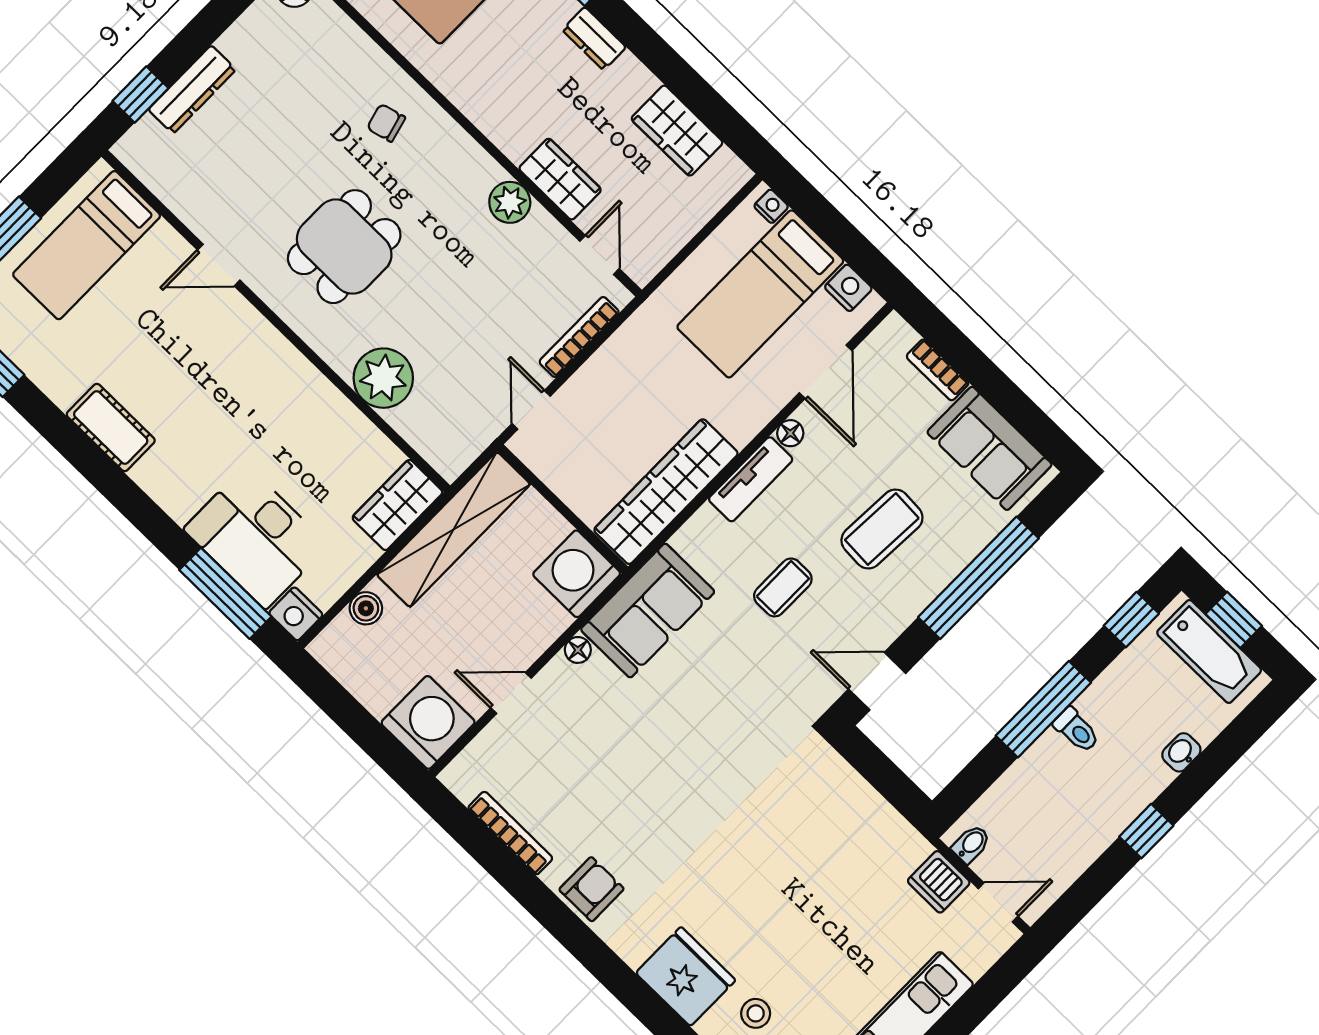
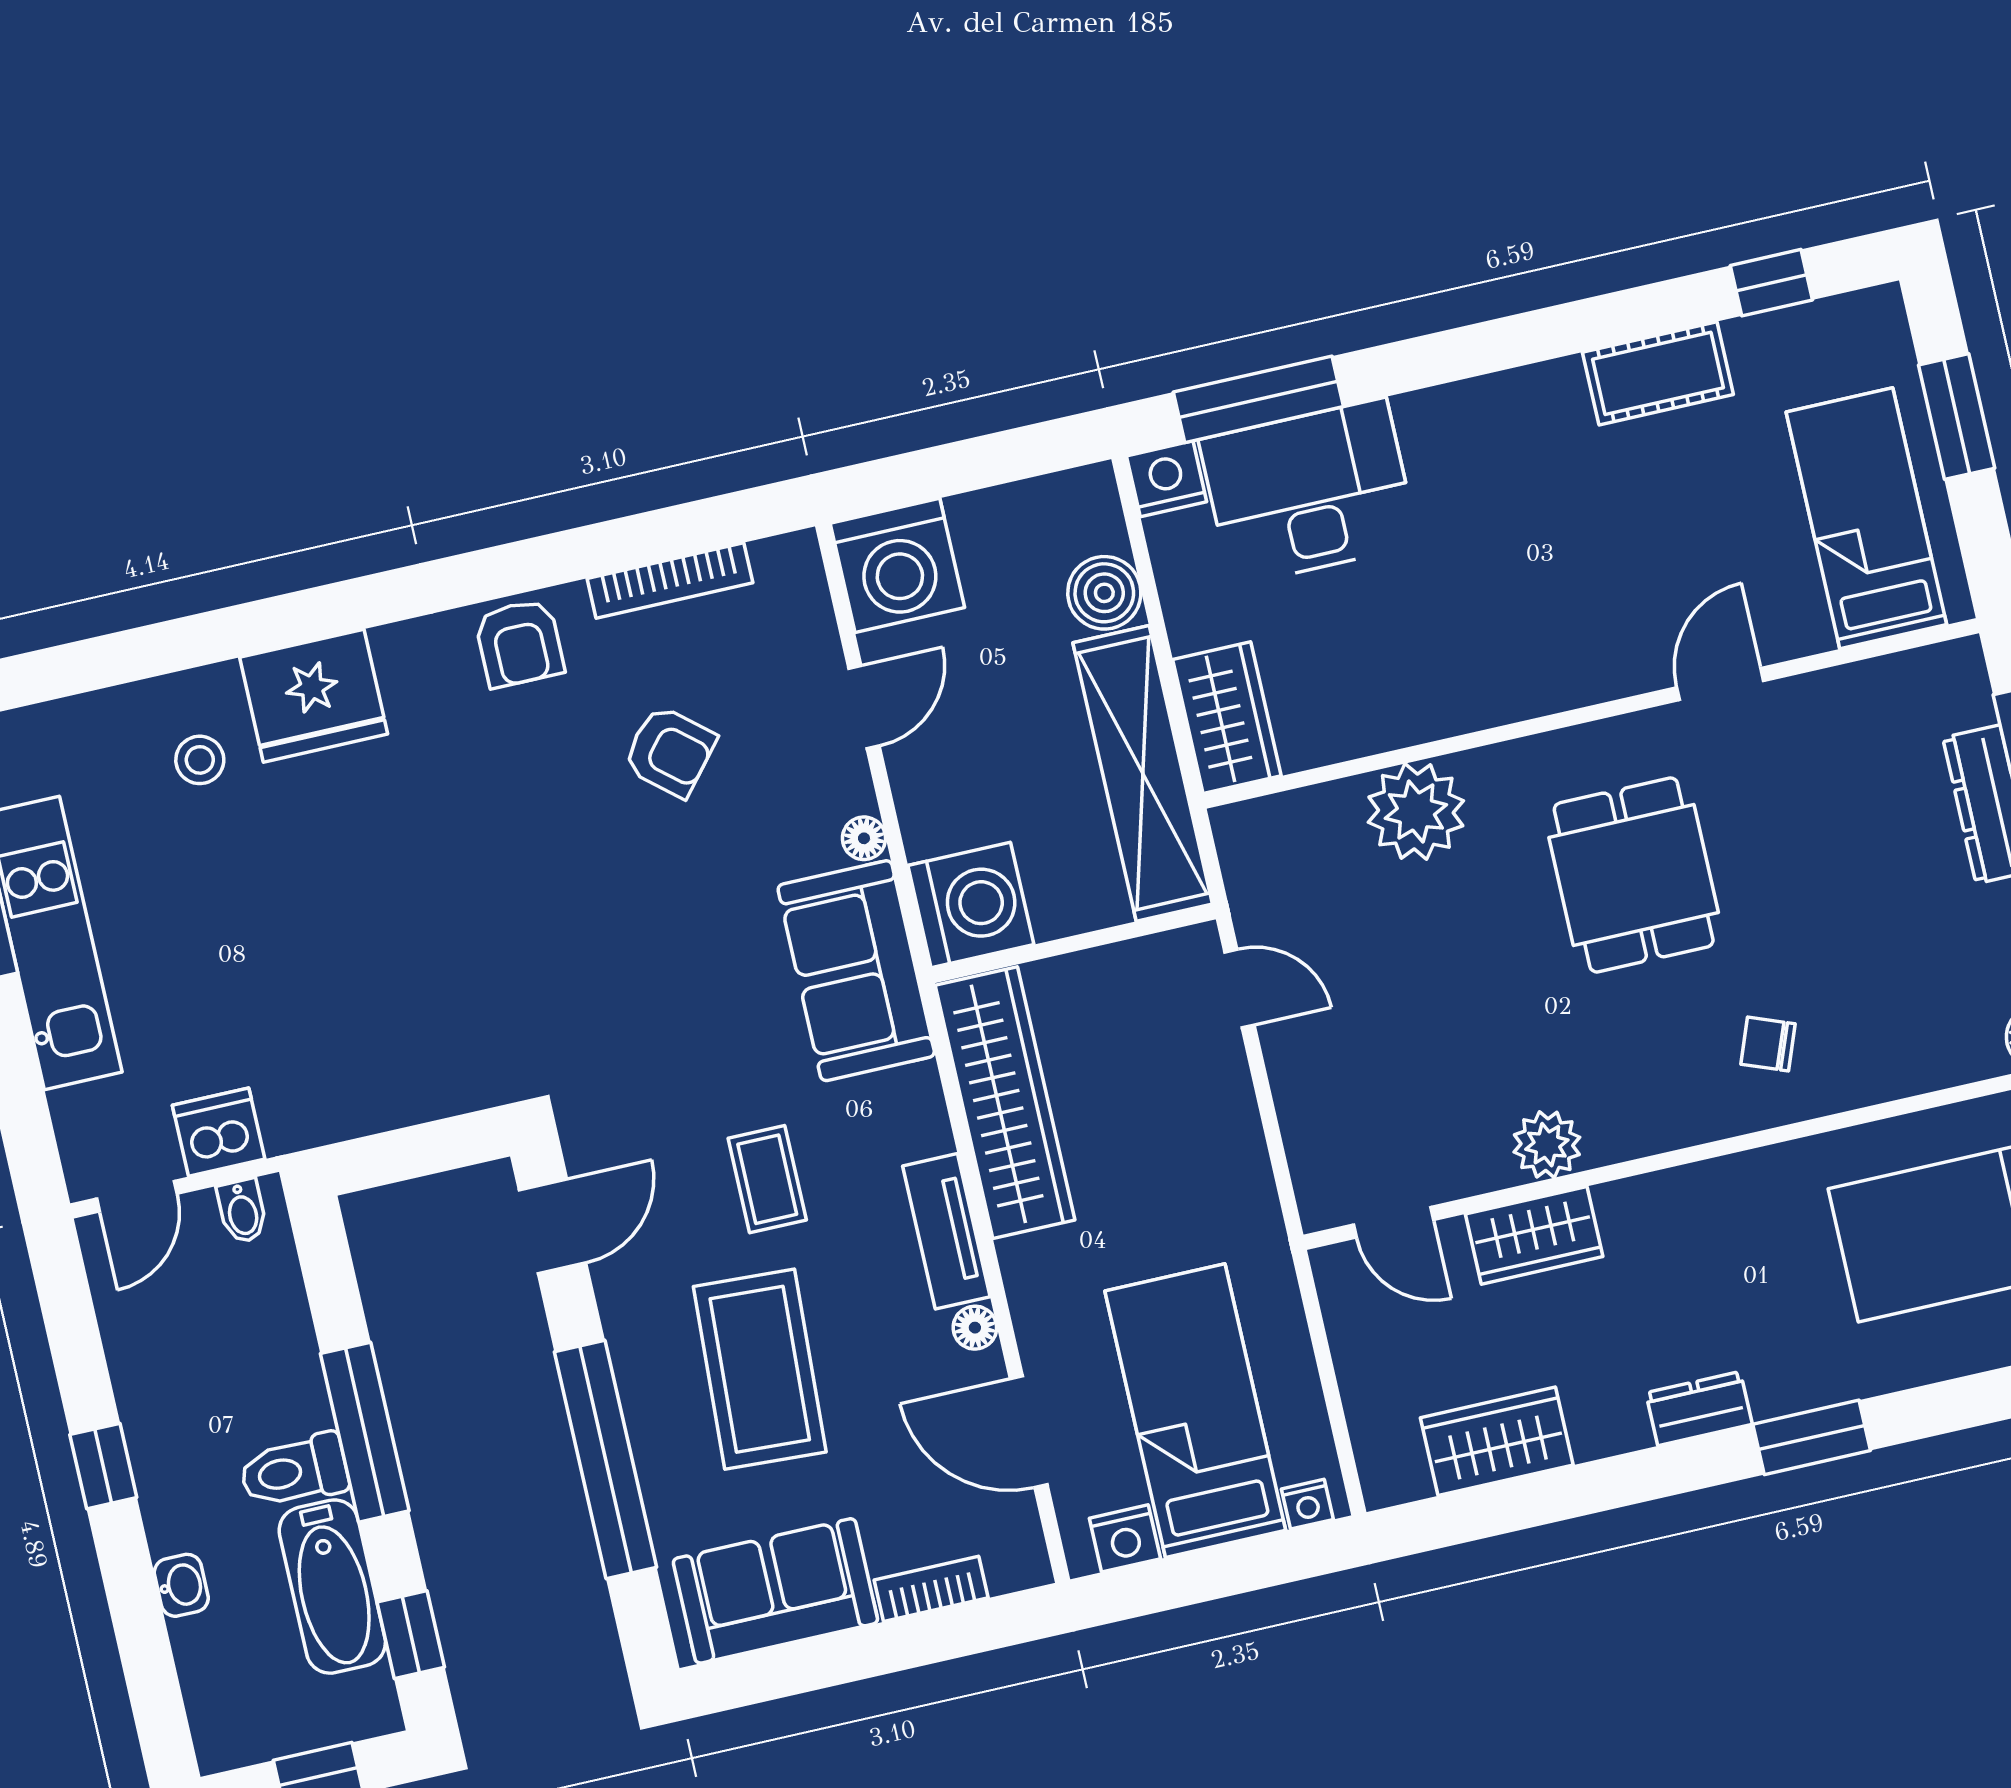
chair: (386, 123) -> (1768, 1044), turned -144
bookcase: (579, 337) -> (1298, 1120), removed
cot: (111, 427) -> (1658, 373), moved
coffee table: (882, 529) -> (760, 1369), width x1.36, depth x1.32
boiler: (366, 608) -> (1104, 593), width x1.36, depth x1.36
bathtub: (1209, 651) -> (332, 1587), moved, turned -90
toilet: (1076, 730) -> (294, 1471), width x1.37, depth x1.39
armchair: (597, 777) -> (670, 751), added

